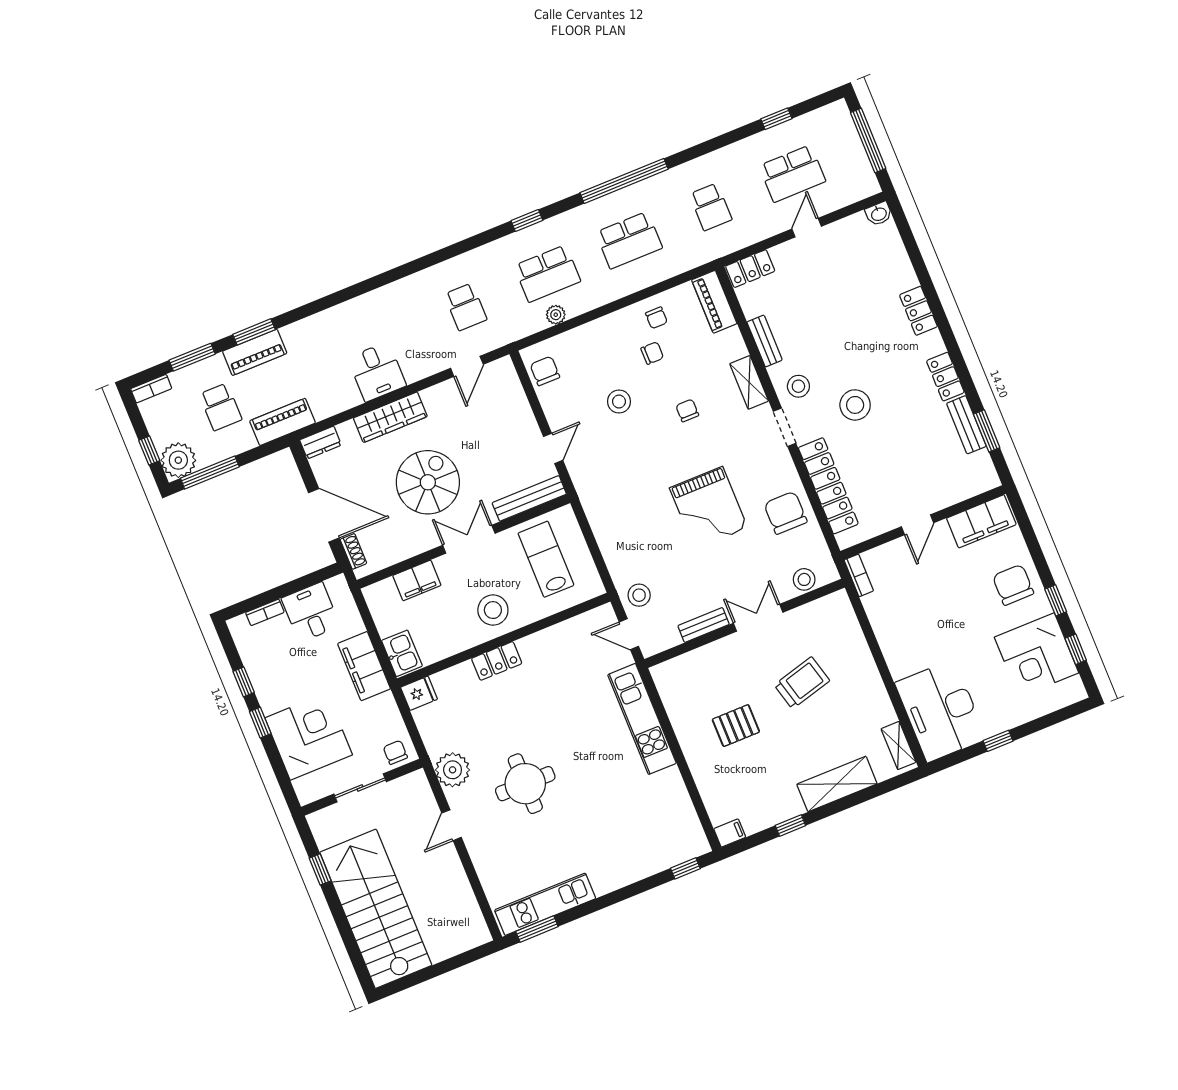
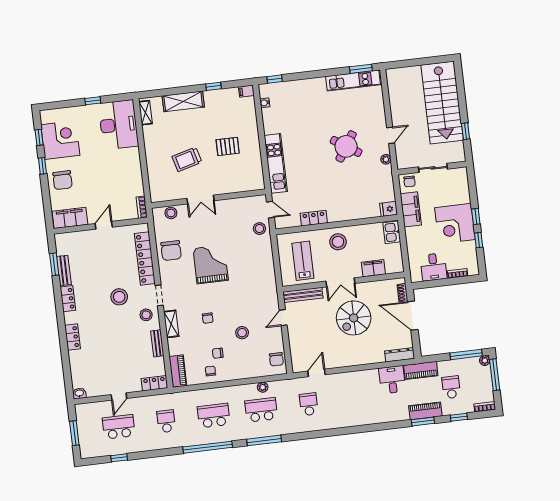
window: (868, 141) -> (74, 433), width x0.69
window: (527, 221) -> (264, 440), width x2.17
window: (192, 357) -> (459, 417), width x0.67
desk: (377, 372) -> (392, 380), moved
wardrobe: (390, 417) -> (364, 357), removed
dresser: (320, 442) -> (400, 355), width x1.44
window: (149, 451) -> (495, 375), width x2.17
plant: (178, 460) -> (485, 361), width x0.53, depth x0.53
lab bench: (546, 559) -> (303, 261), turned 180
bench: (704, 625) -> (230, 204), removed
locker: (497, 661) -> (314, 218), moved
filing cabinet: (364, 666) -> (411, 209), moved
corner desk: (309, 736) -> (455, 224), moved
plant: (453, 770) -> (386, 159), width x0.53, depth x0.53
round table: (525, 784) -> (346, 146), turned 33
water cooler: (691, 821) -> (265, 103), added

